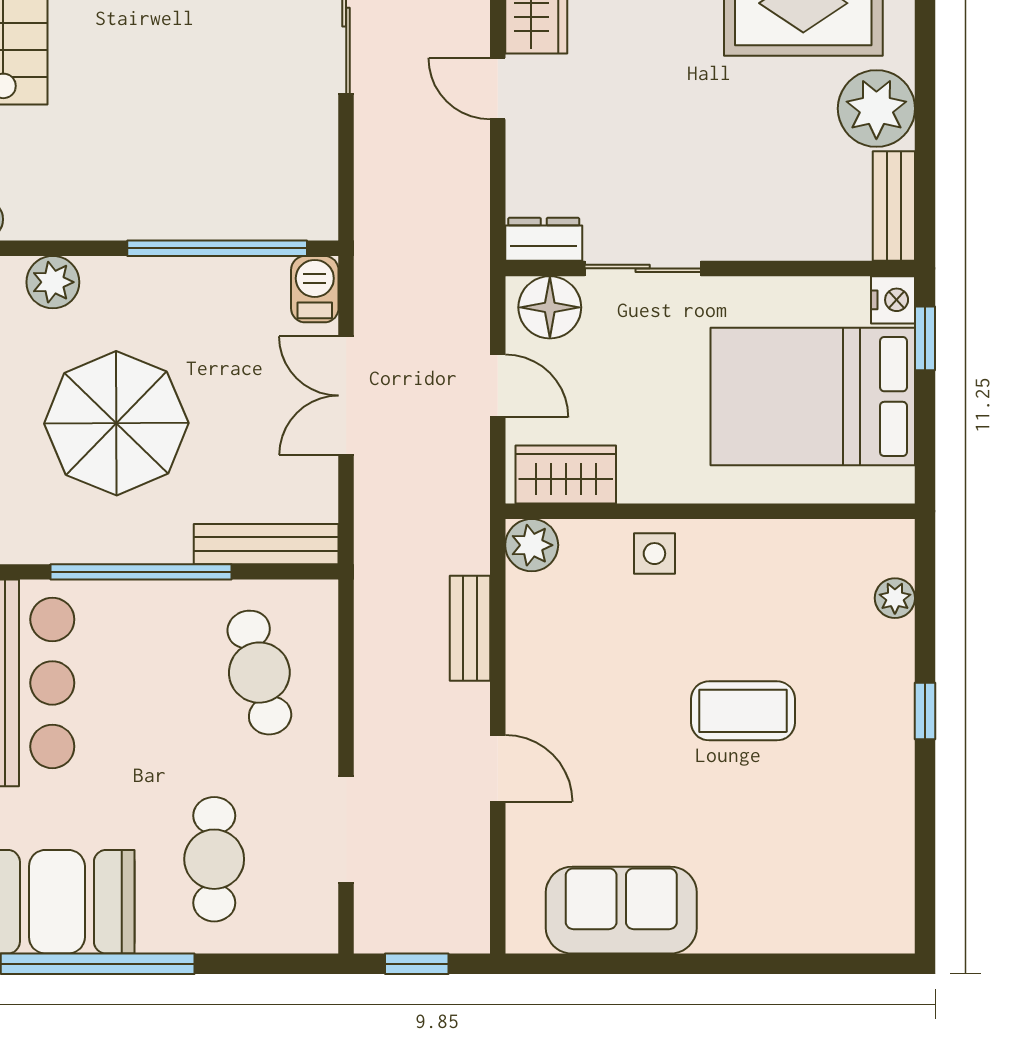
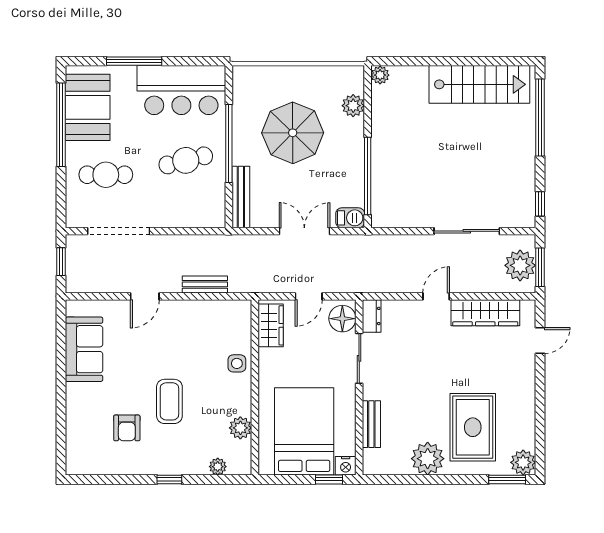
bench: (894, 206) -> (371, 424), moved, turned 90
plant: (532, 545) -> (240, 428), moved
cafe table: (259, 673) -> (186, 160), moved
armchair: (805, 810) -> (127, 428), added
doorway: (346, 829) -> (119, 231), width x1.36

